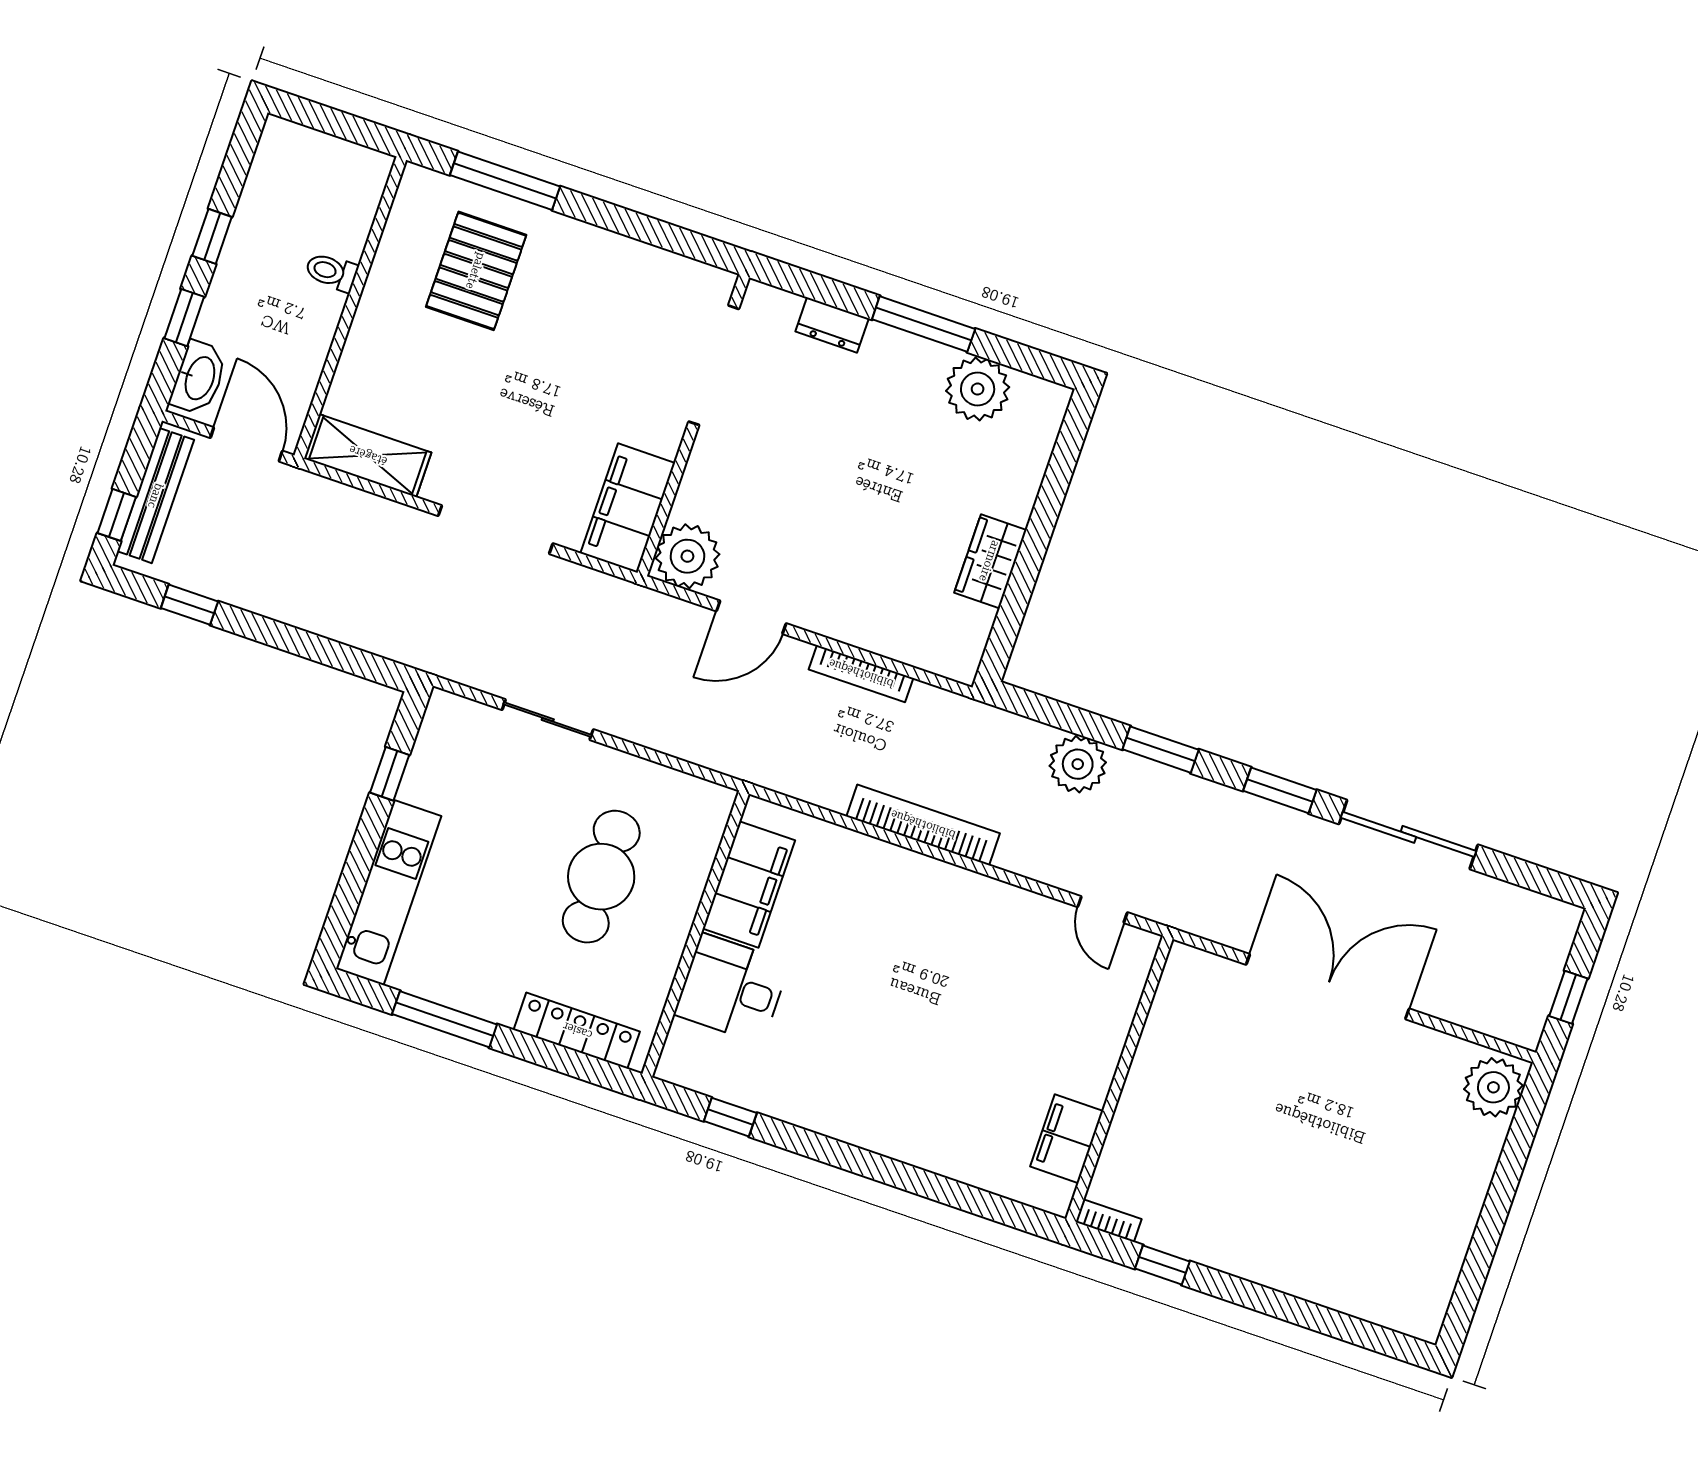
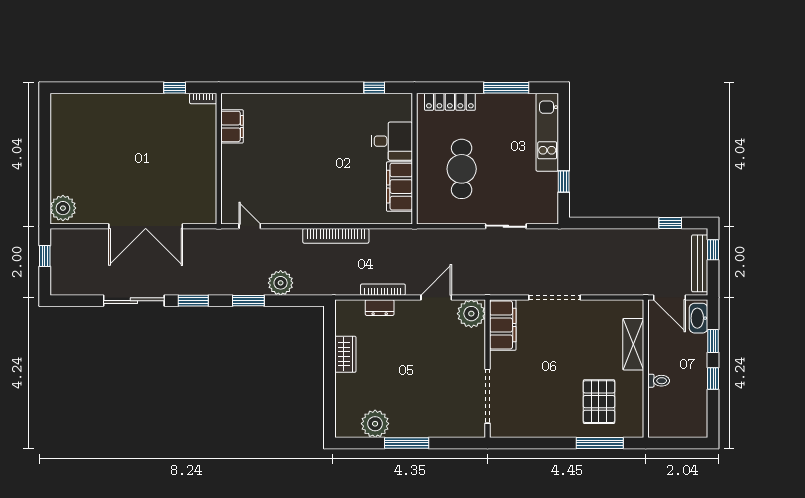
dresser: (832, 325) -> (380, 308), moved, turned 180
shelving: (368, 456) -> (633, 344), moved, turned 90

